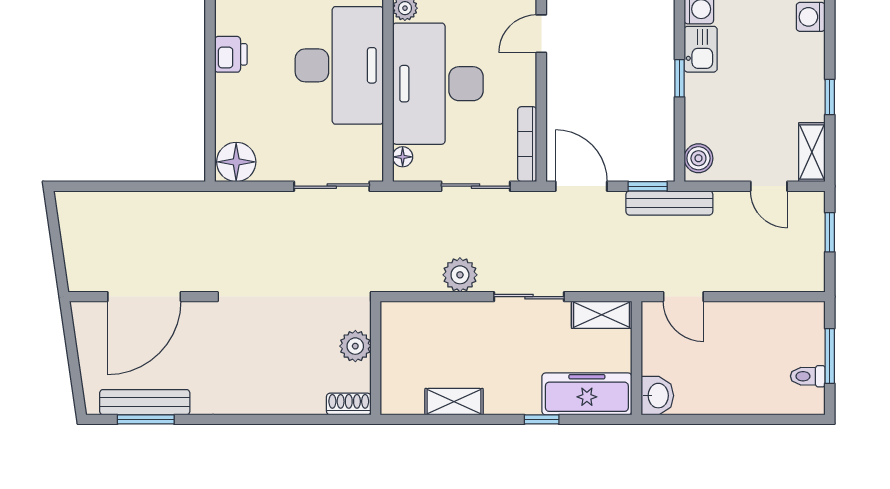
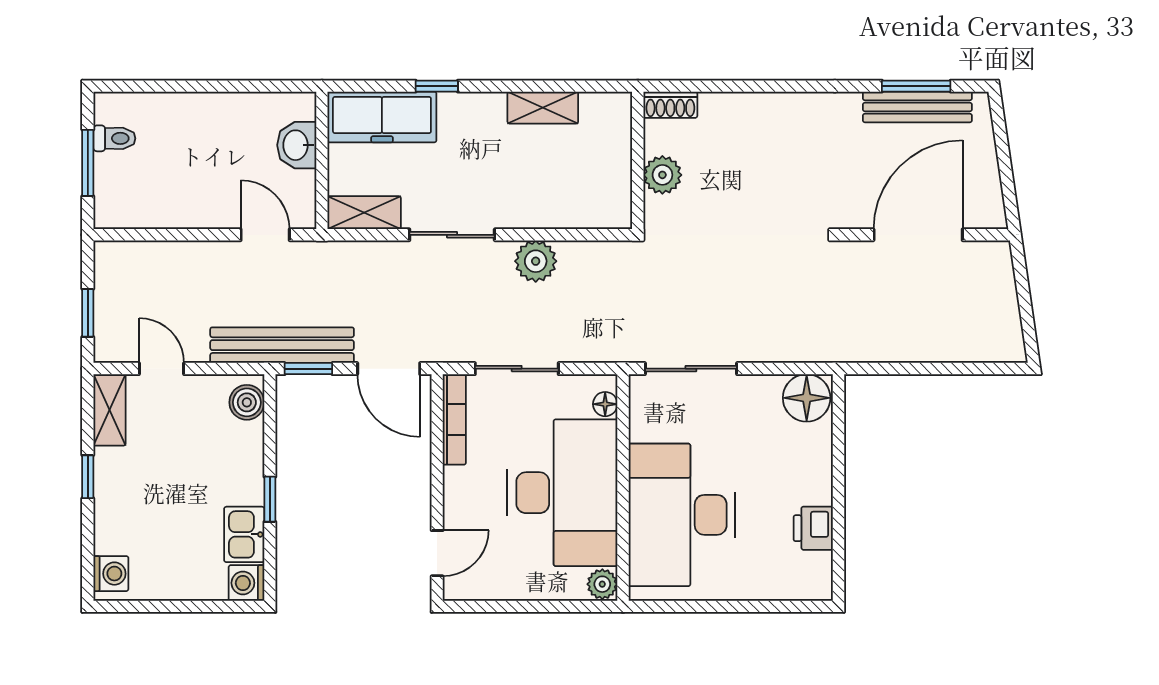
bench: (669, 203) -> (282, 345), width x1.37, depth x1.21
washbasin: (657, 396) -> (297, 145), moved

